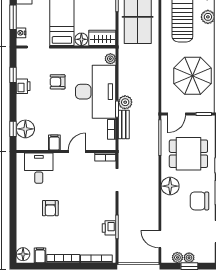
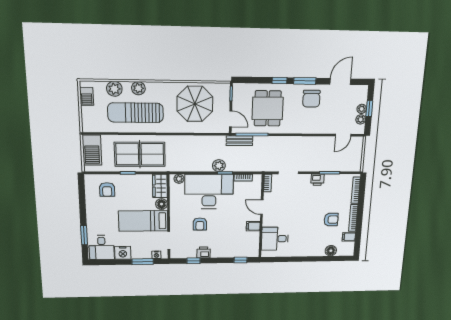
bench: (124, 124) -> (239, 141), moved
floor lamp: (25, 129) -> (241, 250), removed
floor lamp: (170, 186) -> (296, 126), removed
armchair: (50, 208) -> (331, 220), moved
printer: (109, 228) -> (317, 180), moved
floor lamp: (23, 254) -> (331, 251), moved

